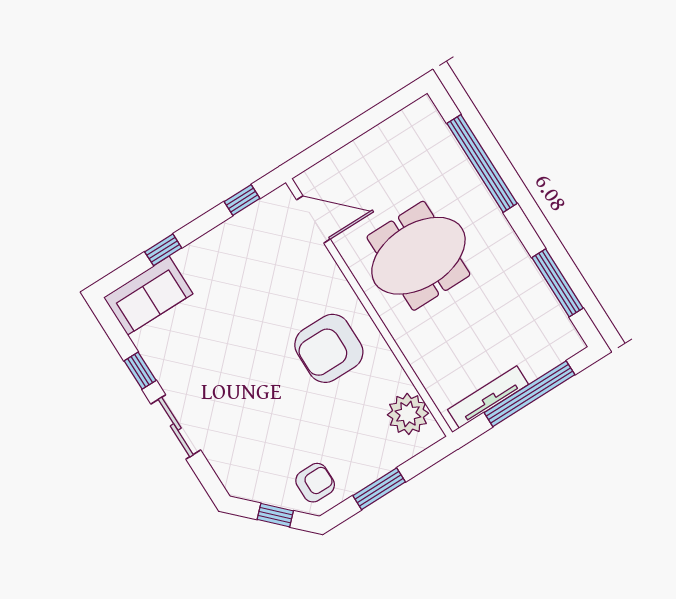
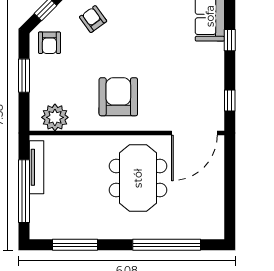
door: (313, 219) -> (194, 133), width x1.36
armchair: (248, 445) -> (93, 19), added

